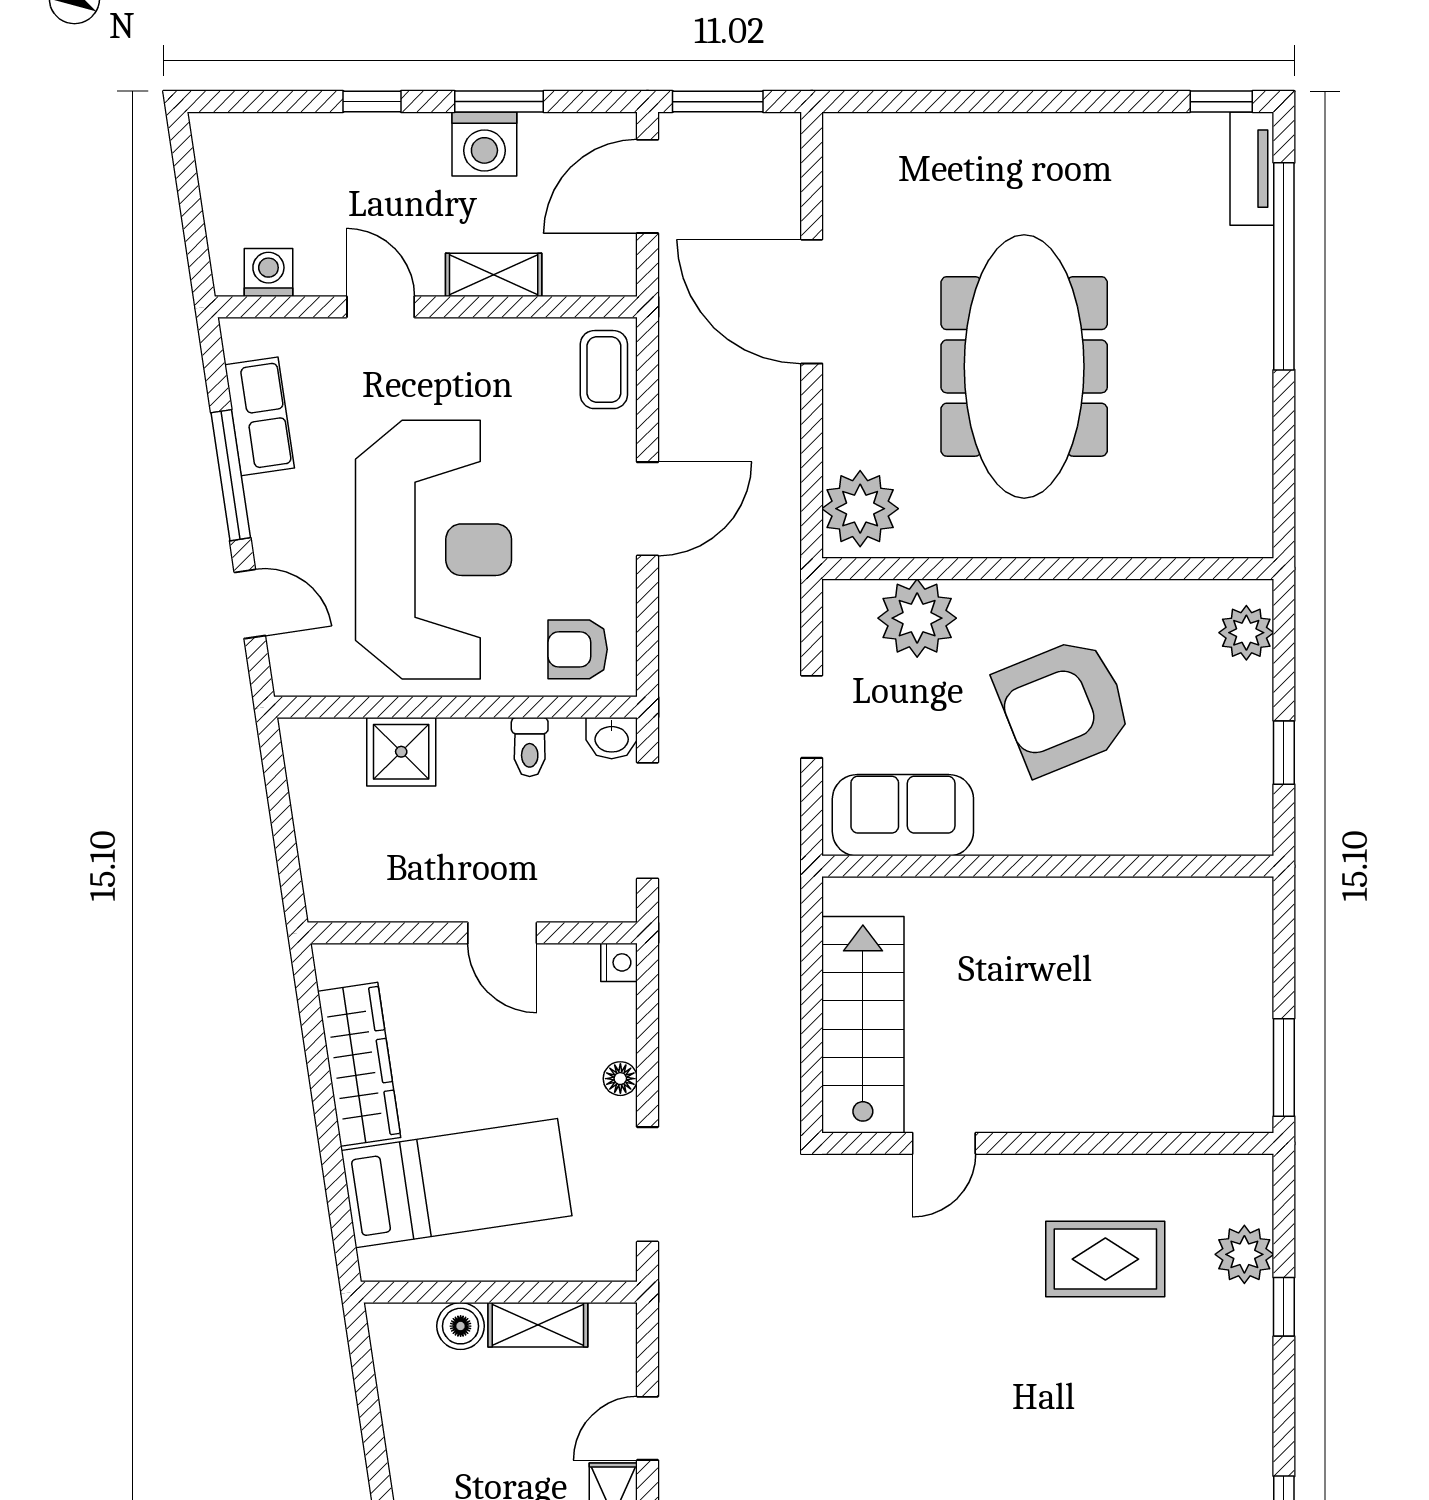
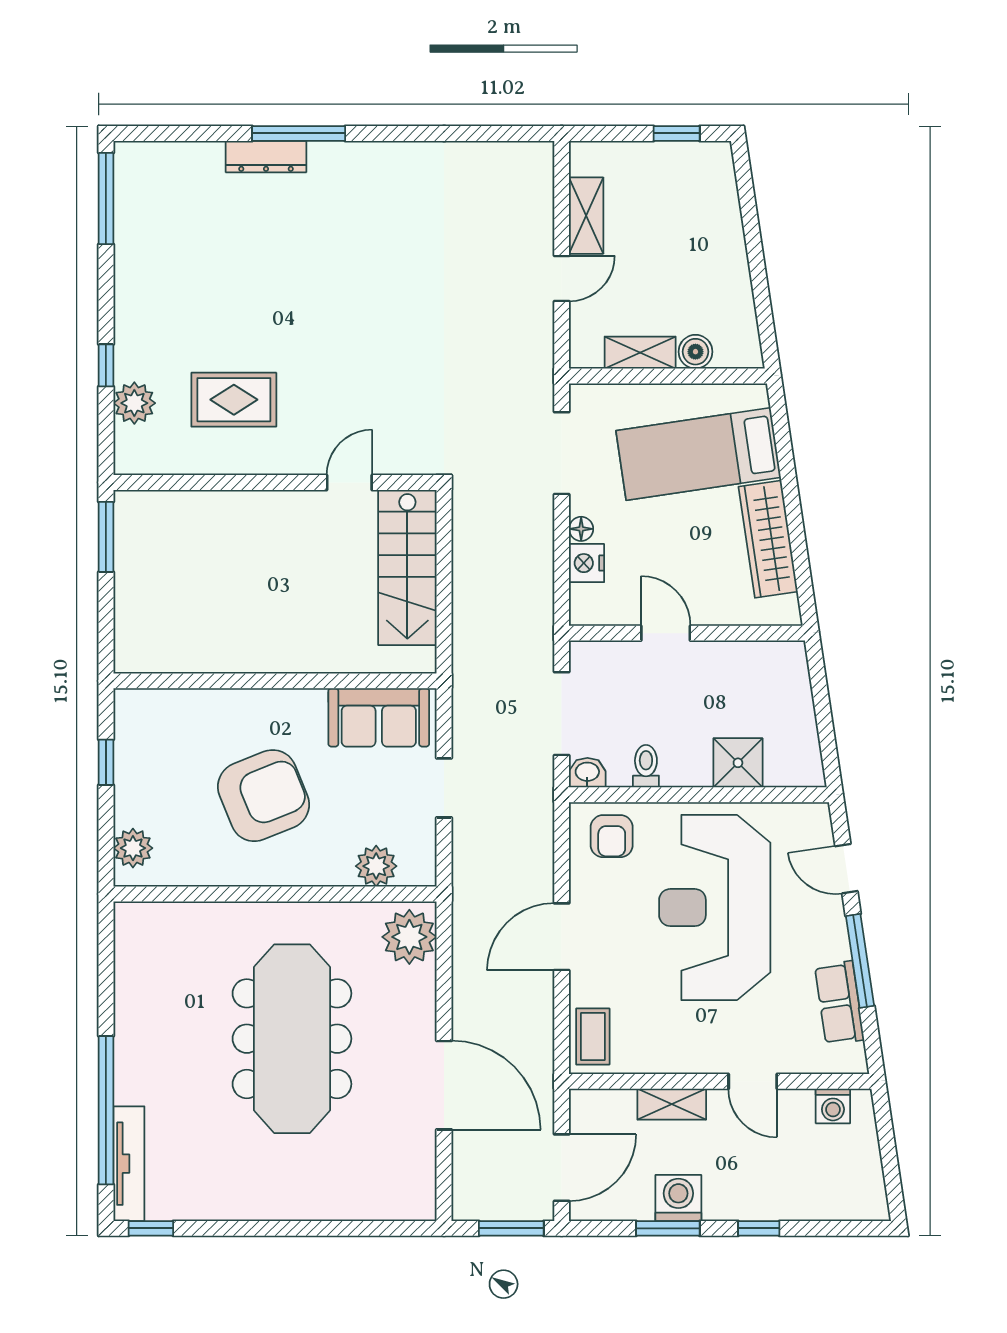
tv unit: (1252, 169) -> (129, 1164), width x1.41
plant: (917, 618) -> (376, 866), width x0.73, depth x0.73
armchair: (578, 649) -> (612, 836), turned 90
nightstand: (619, 962) -> (587, 563), moved, width x1.39, depth x1.35

